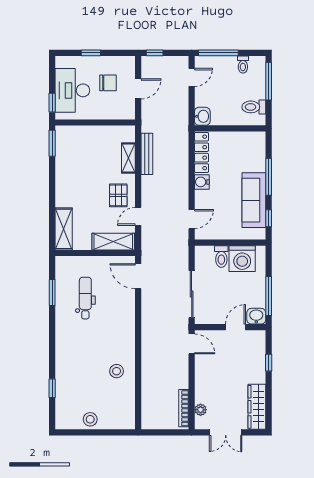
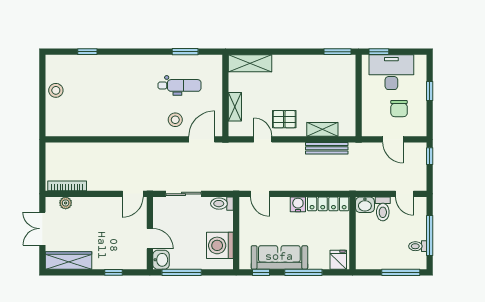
window: (218, 53) -> (430, 236), moved
toilet: (254, 107) -> (383, 209), moved, turned 180
fridge: (256, 142) -> (338, 260), added
shelving: (113, 242) -> (235, 107), width x0.67, depth x0.75
toilet: (221, 257) -> (222, 204), moved
sliding door: (192, 294) -> (184, 194), width x0.73
stool: (117, 371) -> (175, 120), moved

